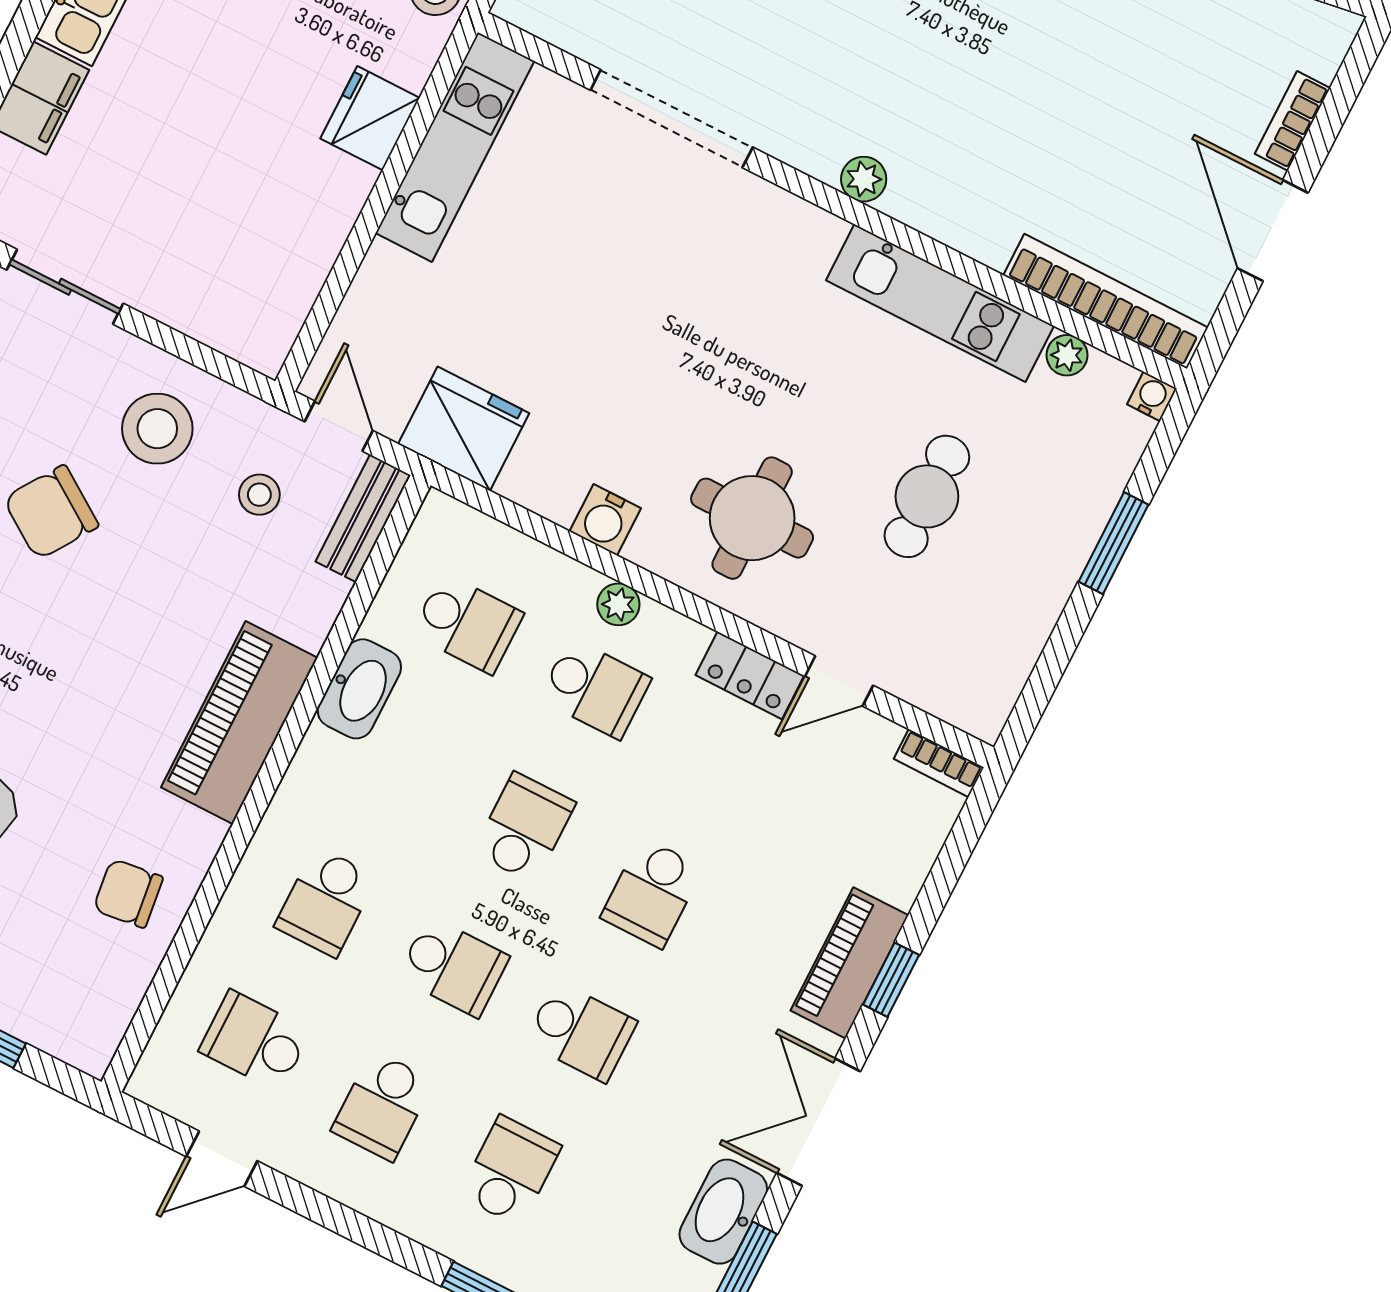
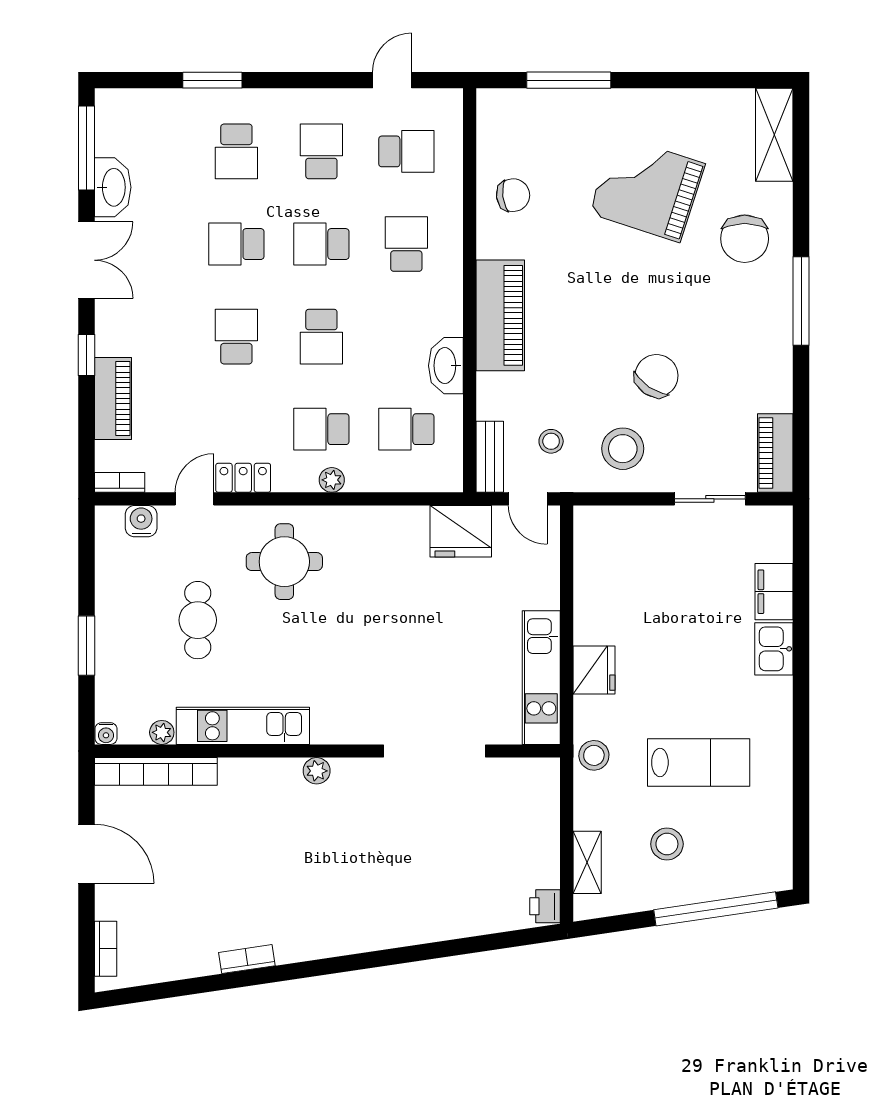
bookcase: (1292, 121) -> (106, 949), moved
water cooler: (605, 520) -> (141, 521), moved
piano: (850, 963) -> (113, 399), moved

